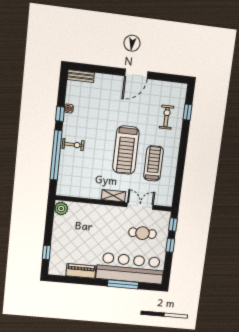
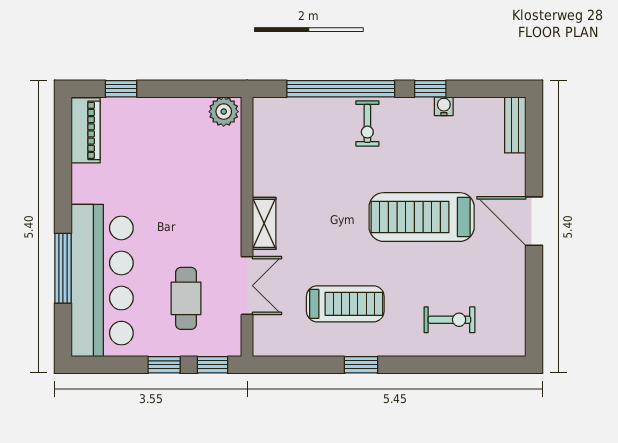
door: (136, 74) -> (534, 221), moved
window: (188, 112) -> (361, 365), moved
treadmill: (126, 150) -> (422, 217), moved
piano: (81, 271) -> (86, 130), moved

